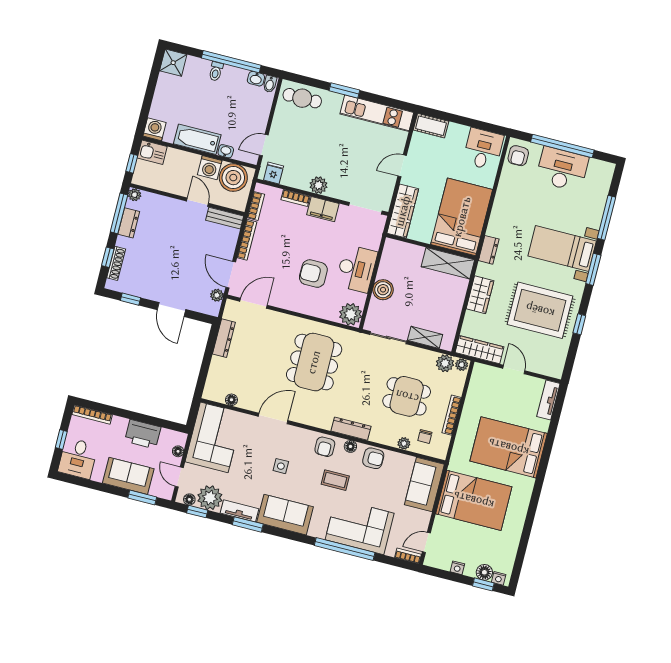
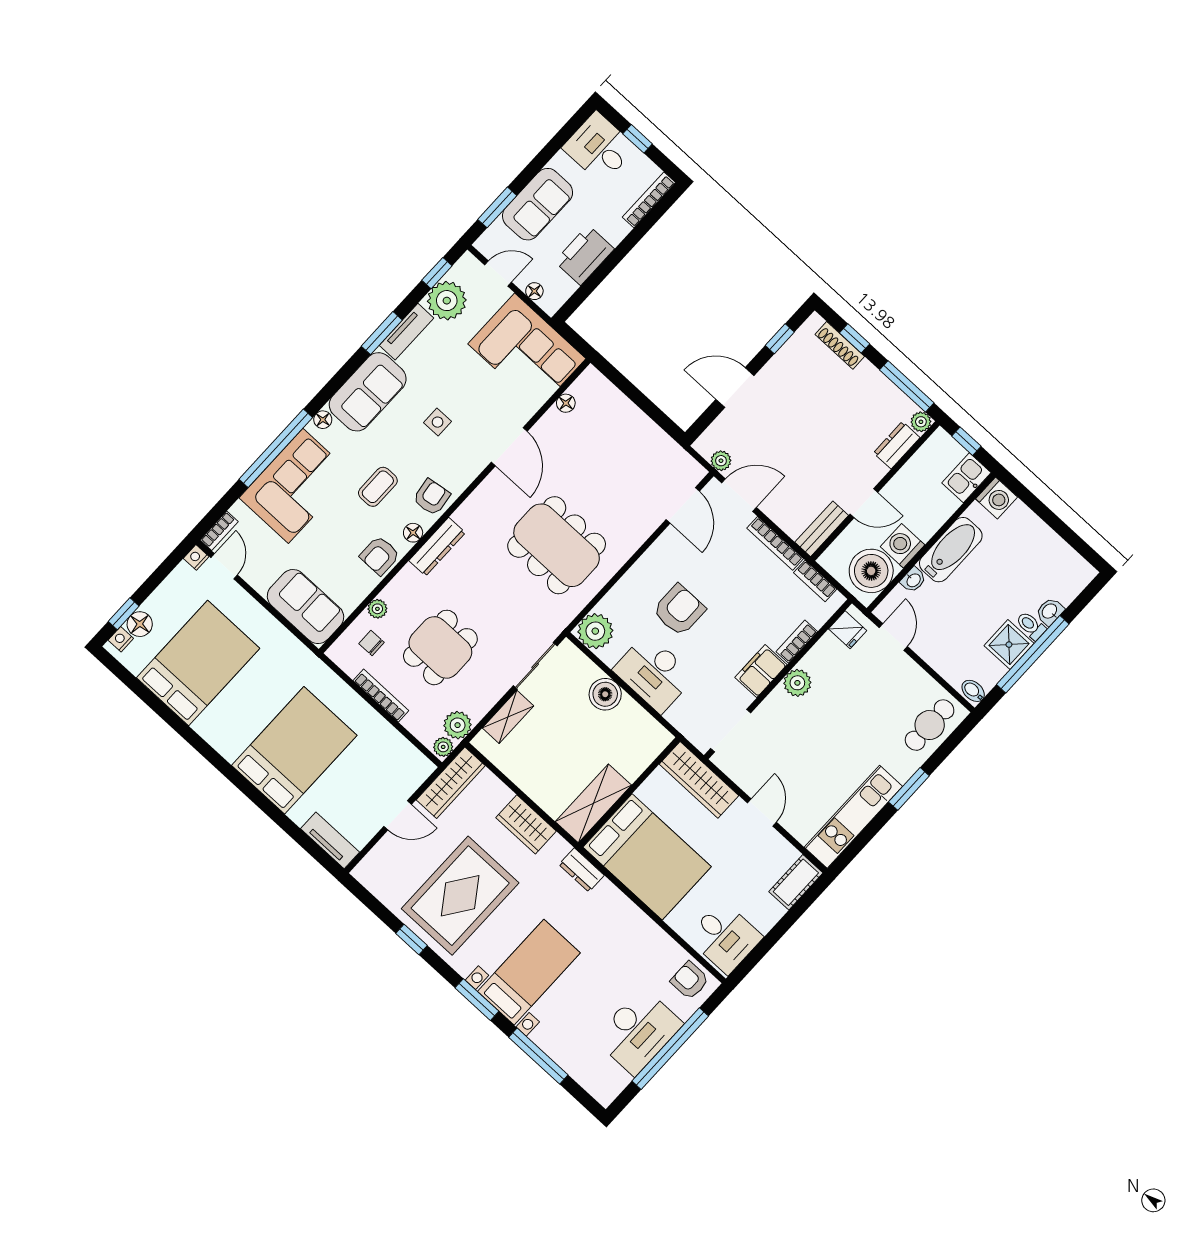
shower: (173, 63) -> (1009, 645), moved
washbasin: (256, 79) -> (1050, 611), moved
dresser: (129, 223) -> (897, 445), moved, turned 90
dresser: (224, 338) -> (656, 439), removed
armchair: (325, 447) -> (432, 497), turned 82
floor lamp: (189, 499) -> (323, 420), moved
bed: (474, 500) -> (198, 663), moved, turned 180
nightstand: (457, 568) -> (196, 557), moved

